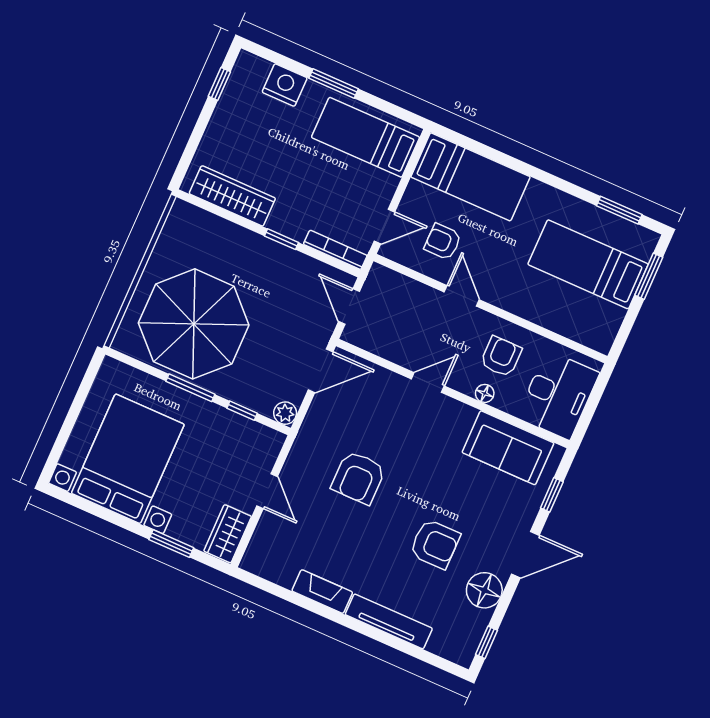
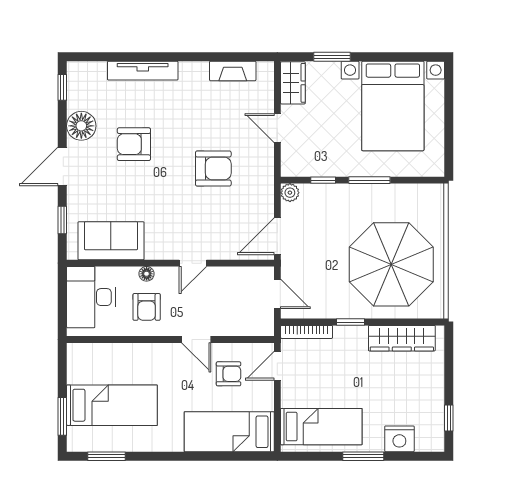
parasol: (194, 324) -> (391, 264), moved
armchair: (358, 478) -> (213, 169), turned 90
fireplace: (322, 592) -> (233, 71), moved

